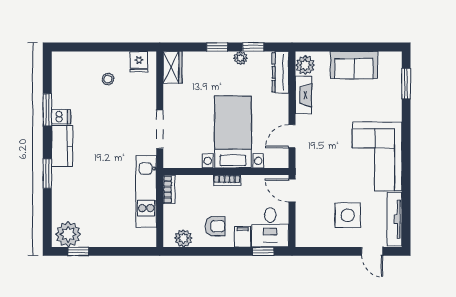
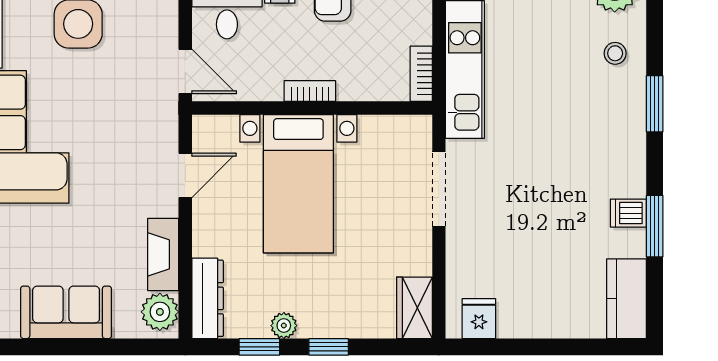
stool: (108, 79) -> (615, 53), moved
kitchen counter: (62, 146) -> (626, 299), moved

